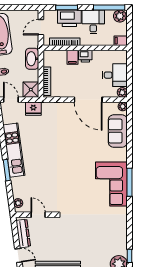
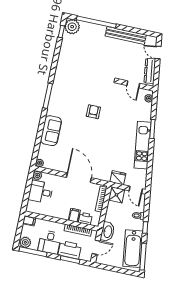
printer: (85, 56) -> (85, 219), moved
washbasin: (32, 59) -> (107, 232), moved
door: (88, 100) -> (79, 178), moved
sofa: (118, 131) -> (51, 131), moved
armchair: (76, 175) -> (93, 112), added
corner sofa: (111, 184) -> (64, 98), removed

